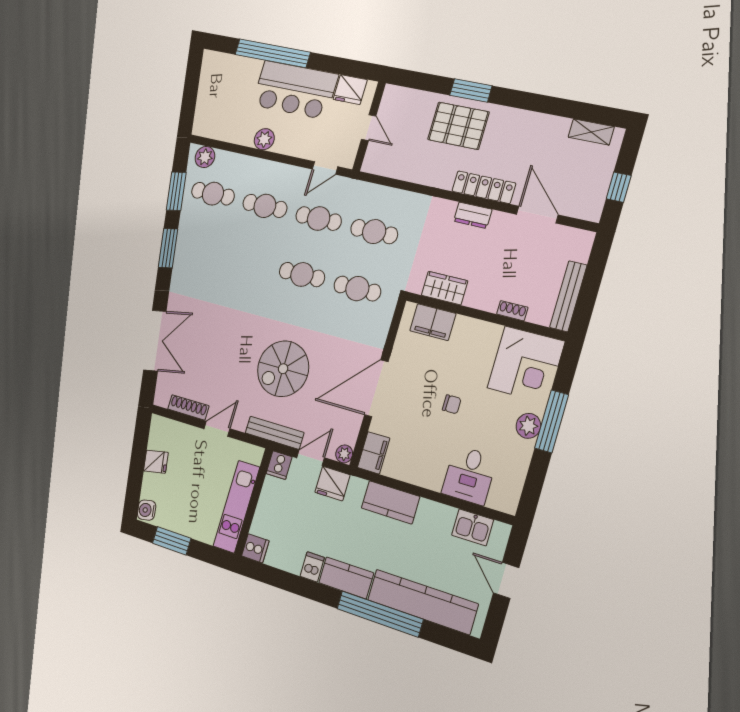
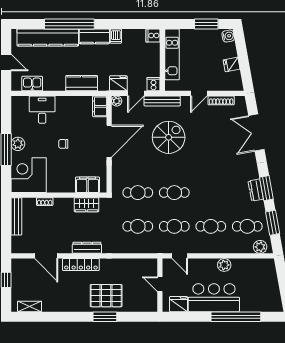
door: (325, 168) -> (180, 256), swing flipped
dresser: (473, 215) -> (87, 248), width x1.44
dresser: (184, 249) -> (256, 190), added

